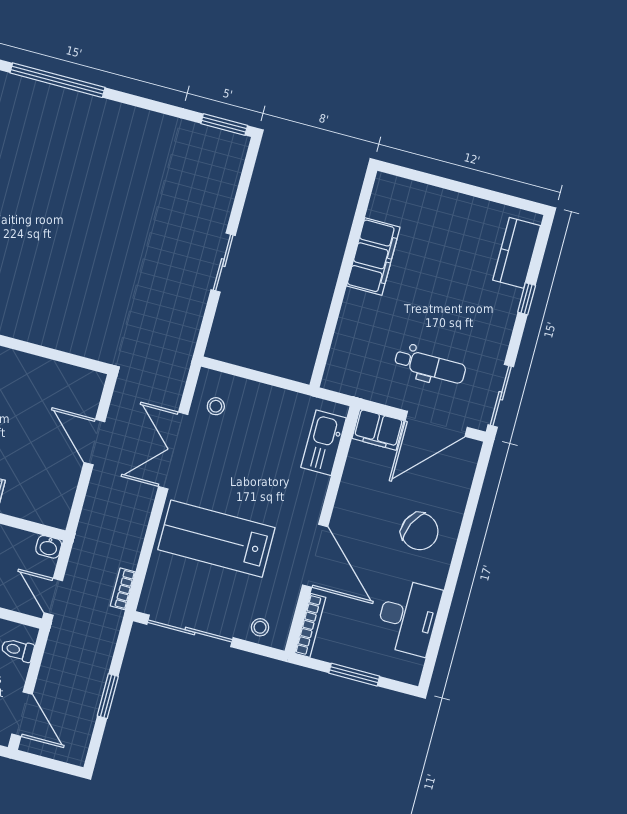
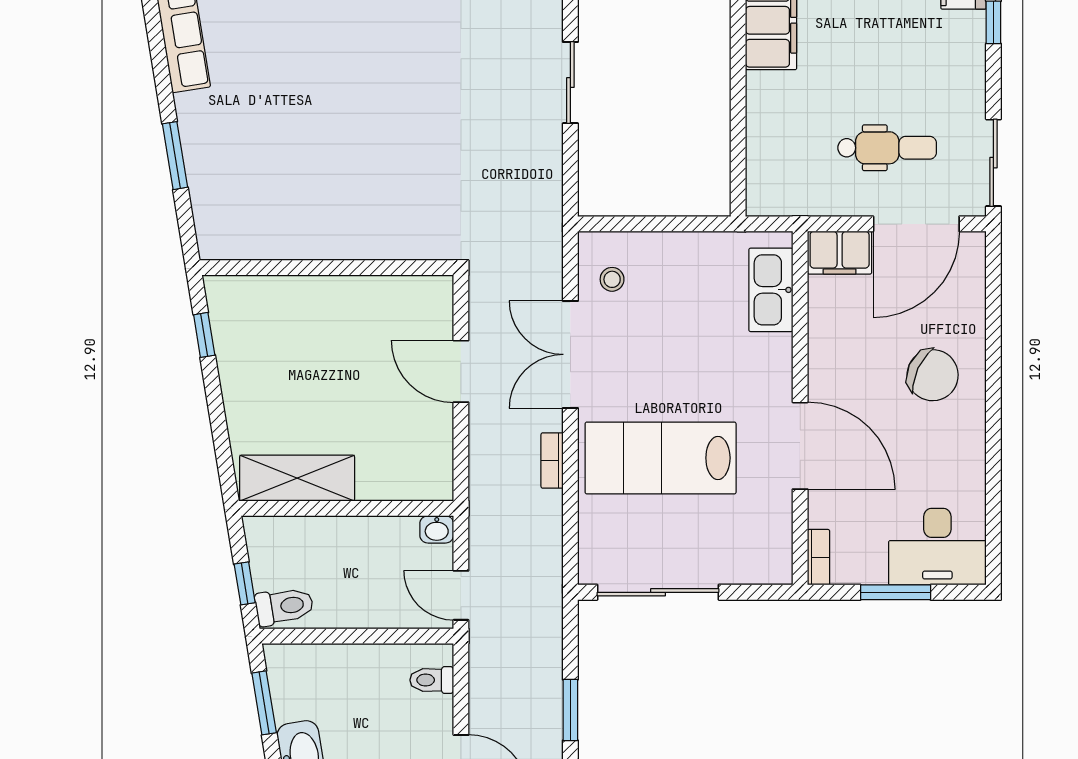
bookcase: (123, 589) -> (552, 461), moved
desk: (408, 617) -> (937, 547), moved, turned 90
bookcase: (310, 625) -> (819, 557), width x0.64
stool: (260, 627) -> (751, 562), removed

